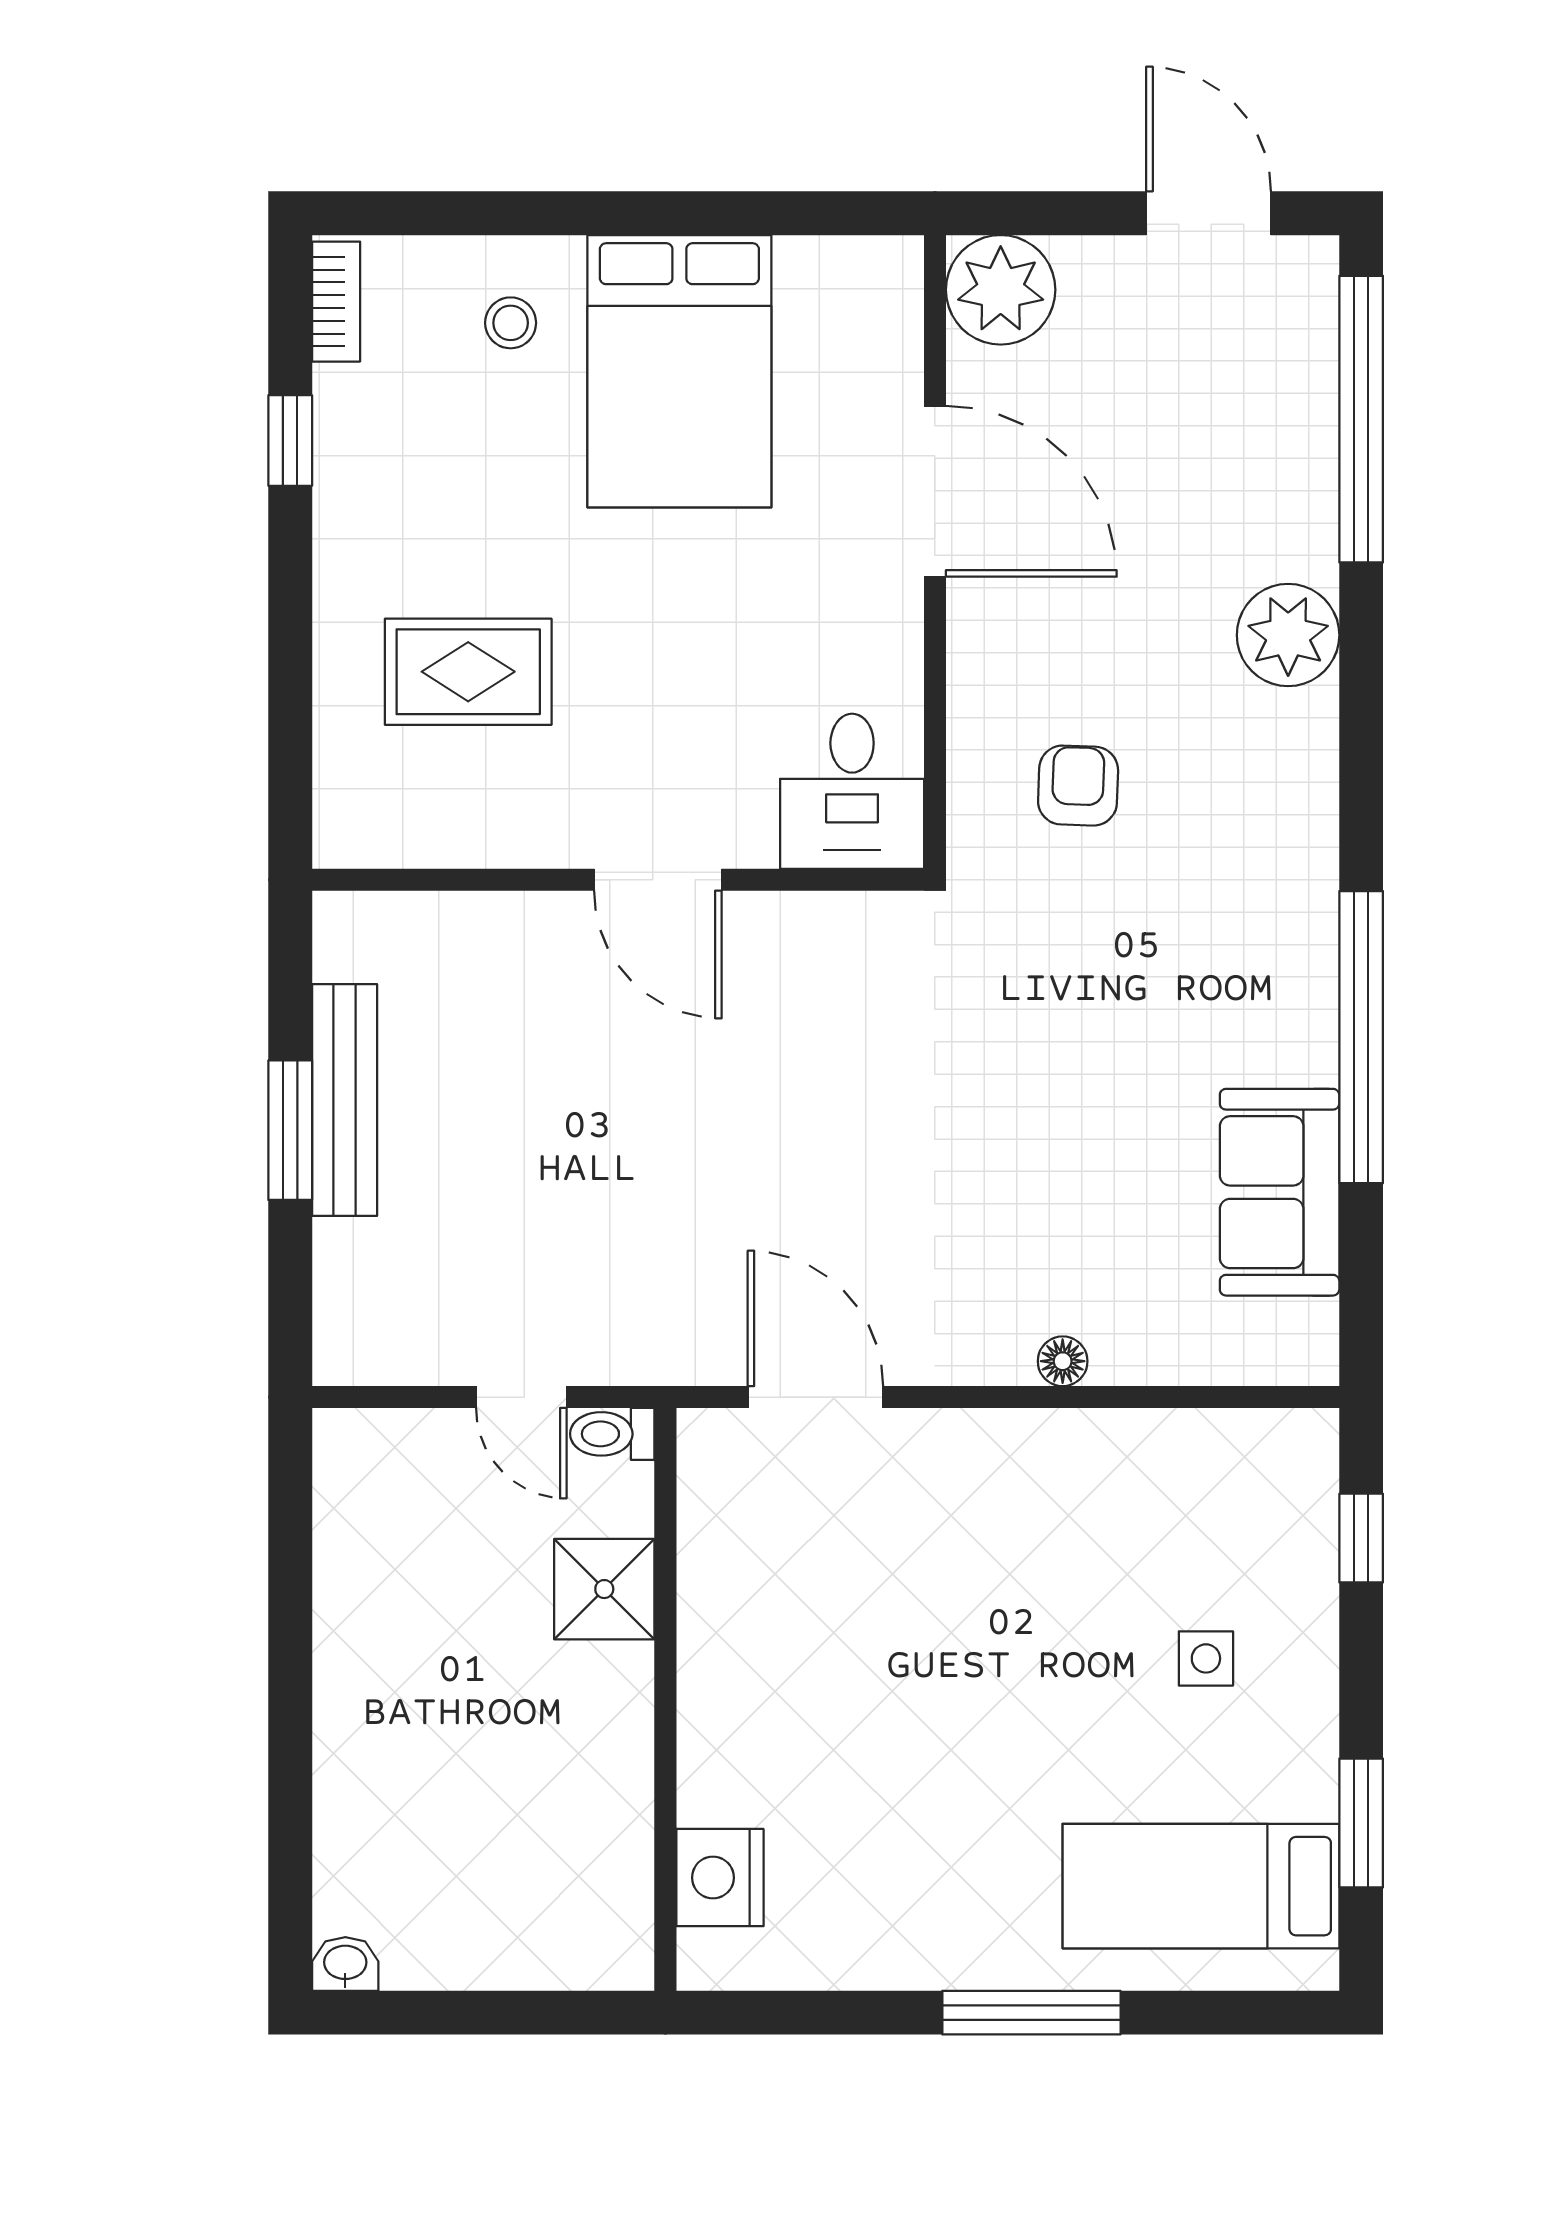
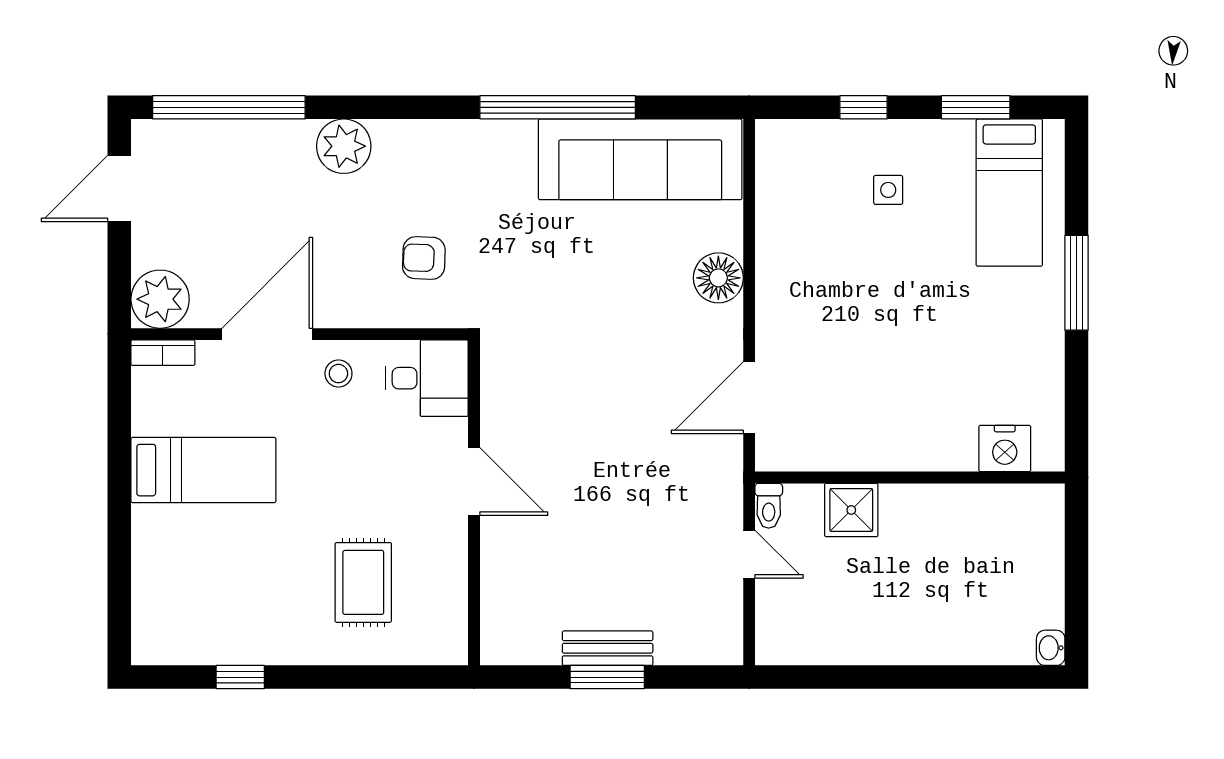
bookcase: (336, 302) -> (163, 353), moved, turned 180
stool: (511, 323) -> (338, 374), moved
bed: (679, 371) -> (203, 470), width x0.67
door: (658, 880) -> (474, 481), hinge flipped
bench: (345, 1100) -> (608, 648), width x0.73
sofa: (1280, 1192) -> (640, 159), width x1.85, depth x1.27
floor lamp: (1063, 1361) -> (718, 278), width x1.89, depth x1.89
door: (521, 1397) -> (749, 554), hinge flipped
window: (1361, 1538) -> (864, 107), moved

